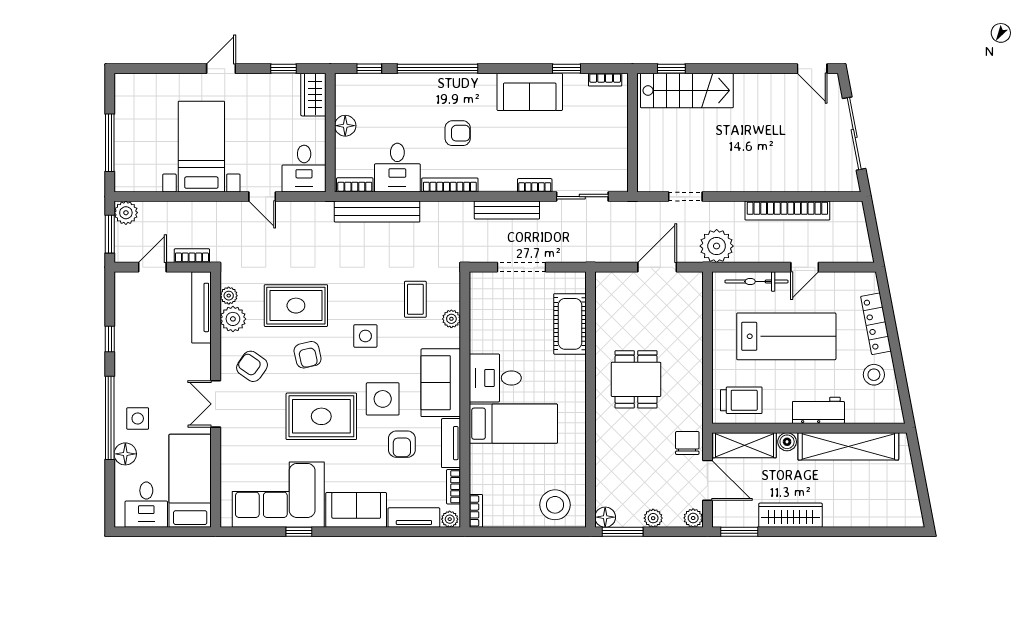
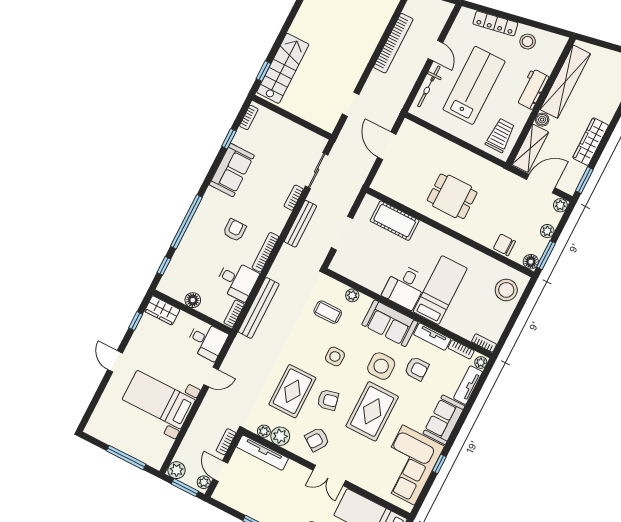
plant: (717, 246) -> (204, 482), moved, width x0.53, depth x0.53
chair: (687, 443) -> (504, 245), moved

